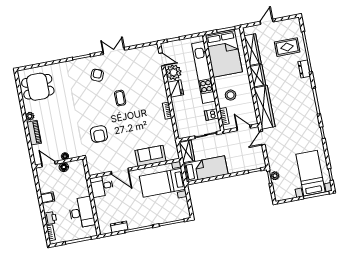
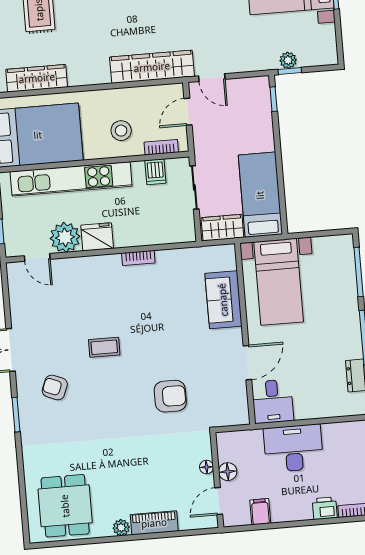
door: (162, 59) -> (37, 257), swing flipped
wardrobe: (258, 76) -> (89, 73), removed
filing cabinet: (48, 198) -> (260, 512), moved
desk: (82, 212) -> (293, 448), moved

